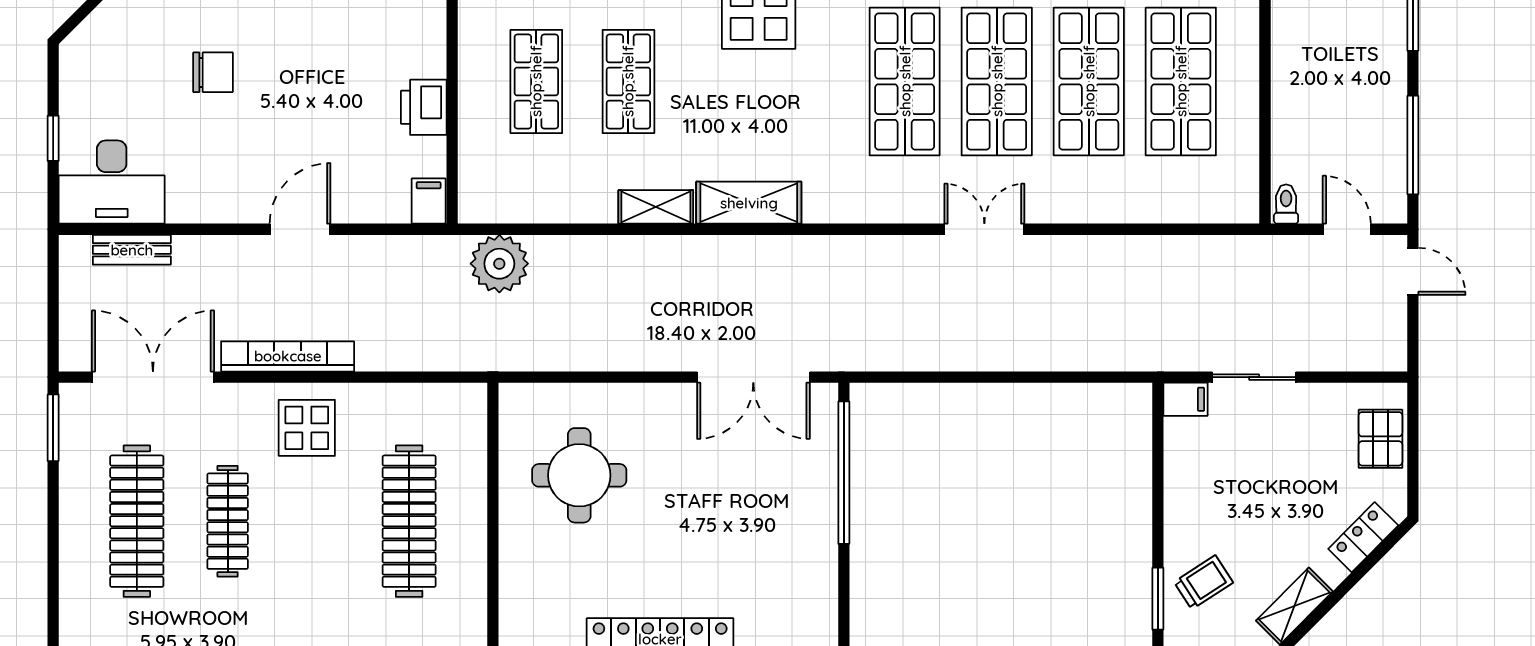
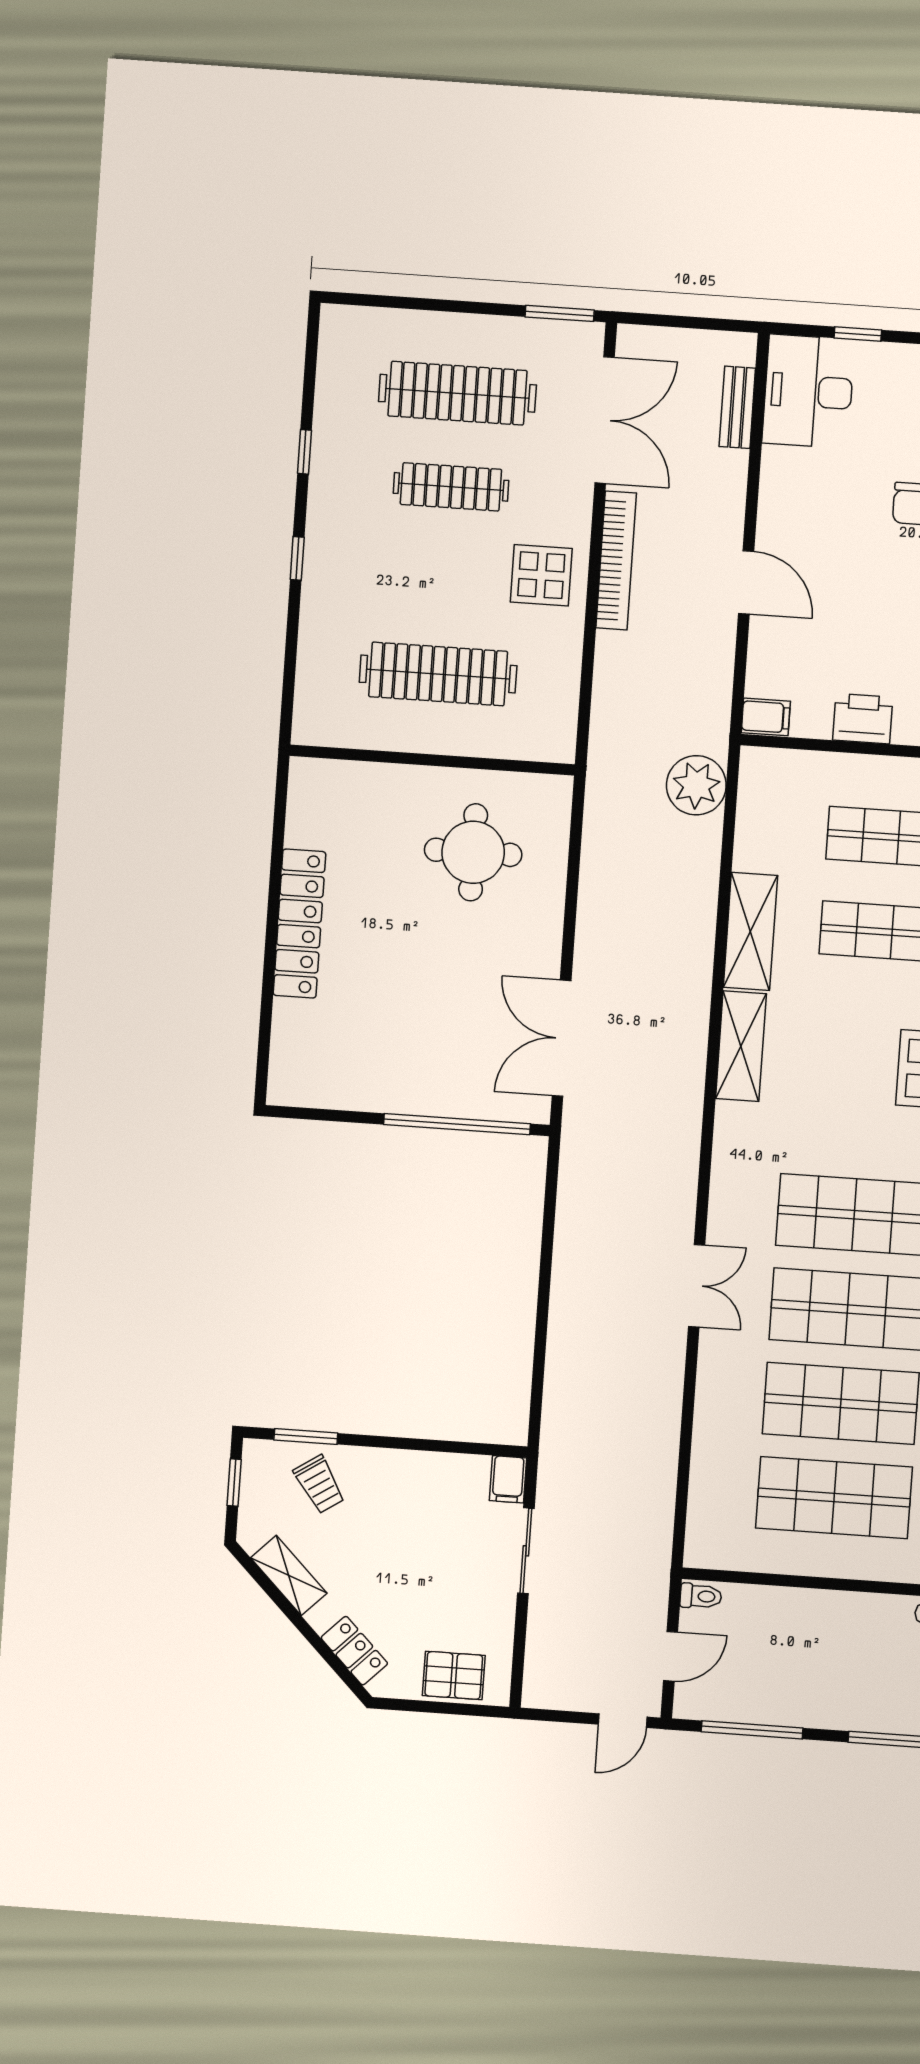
shelving: (656, 207) -> (750, 931), width x1.50, depth x1.33

